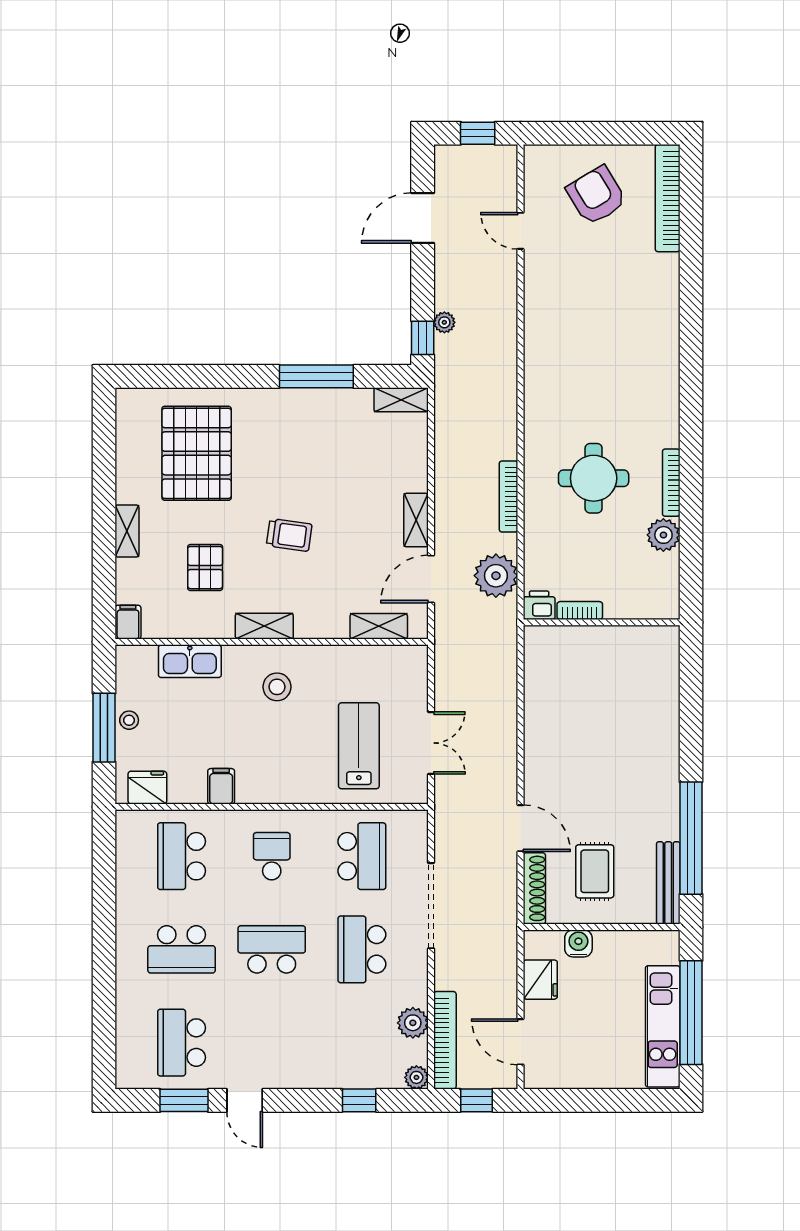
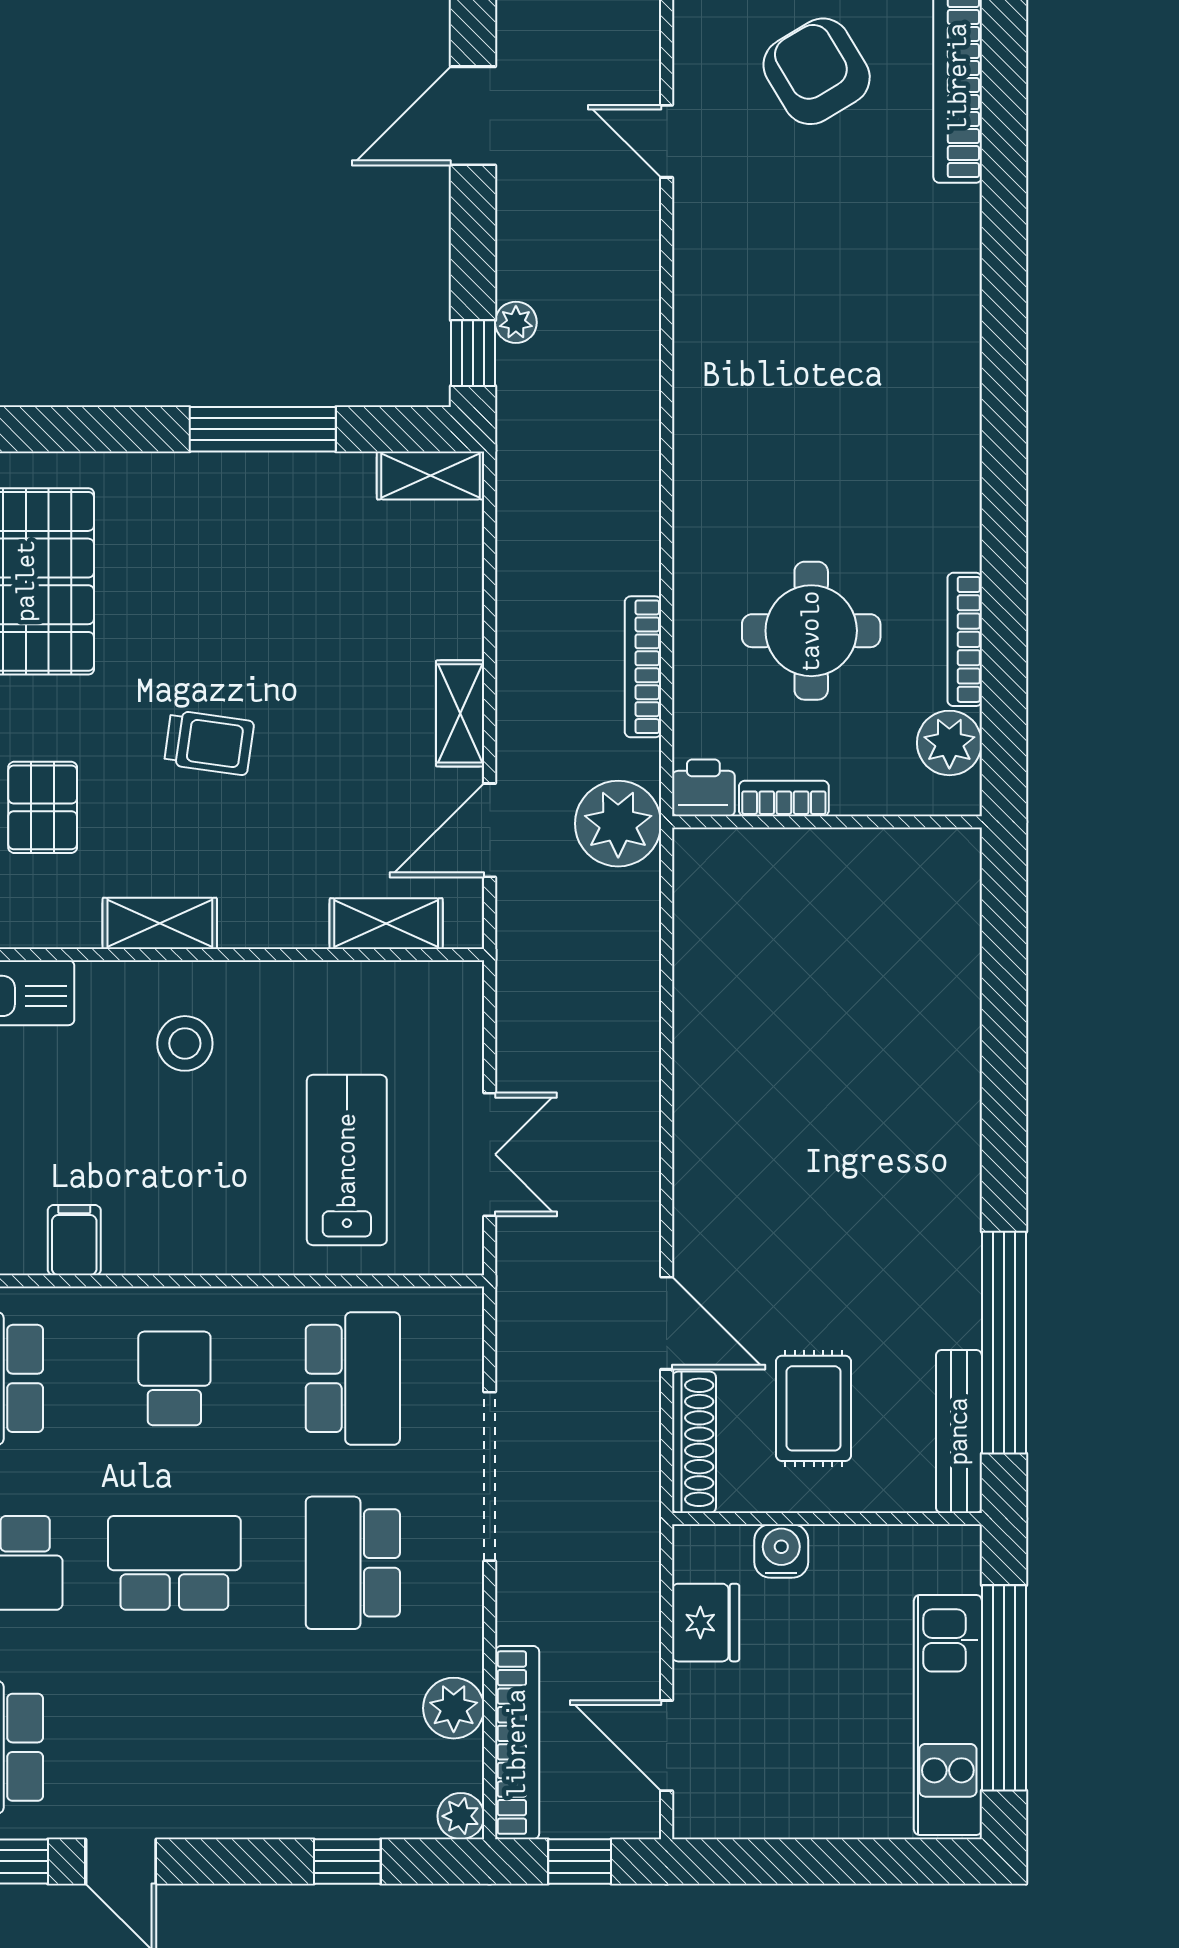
printer: (539, 605) -> (703, 788), moved
bookcase: (580, 611) -> (784, 798), moved
wall: (602, 622) -> (827, 822), moved

